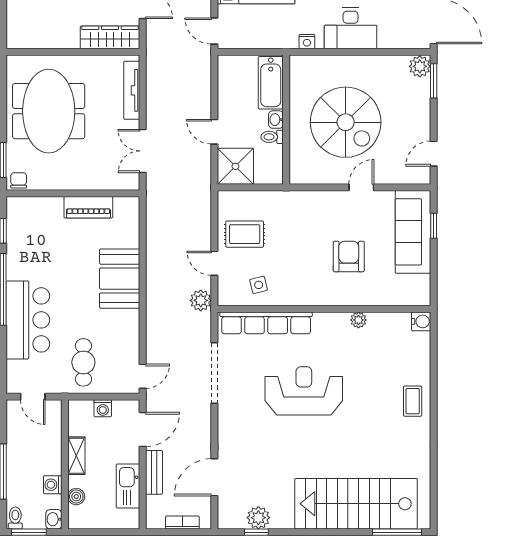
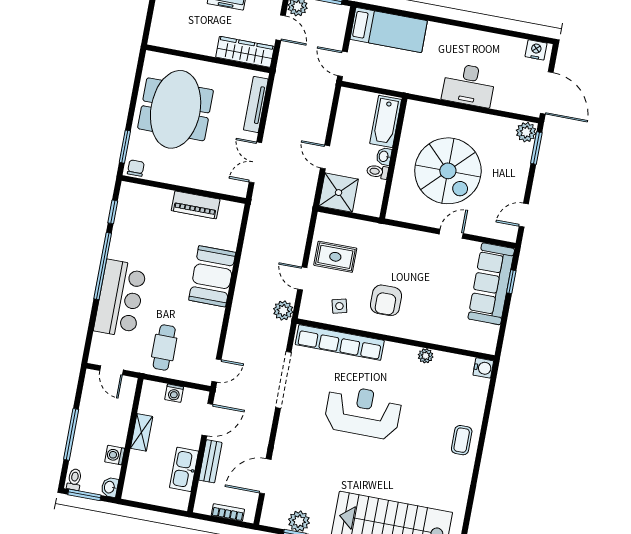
nightstand: (307, 42) -> (426, 90), removed
armchair: (349, 256) -> (386, 300), moved, turned 180
boiler: (76, 497) -> (134, 470), removed

